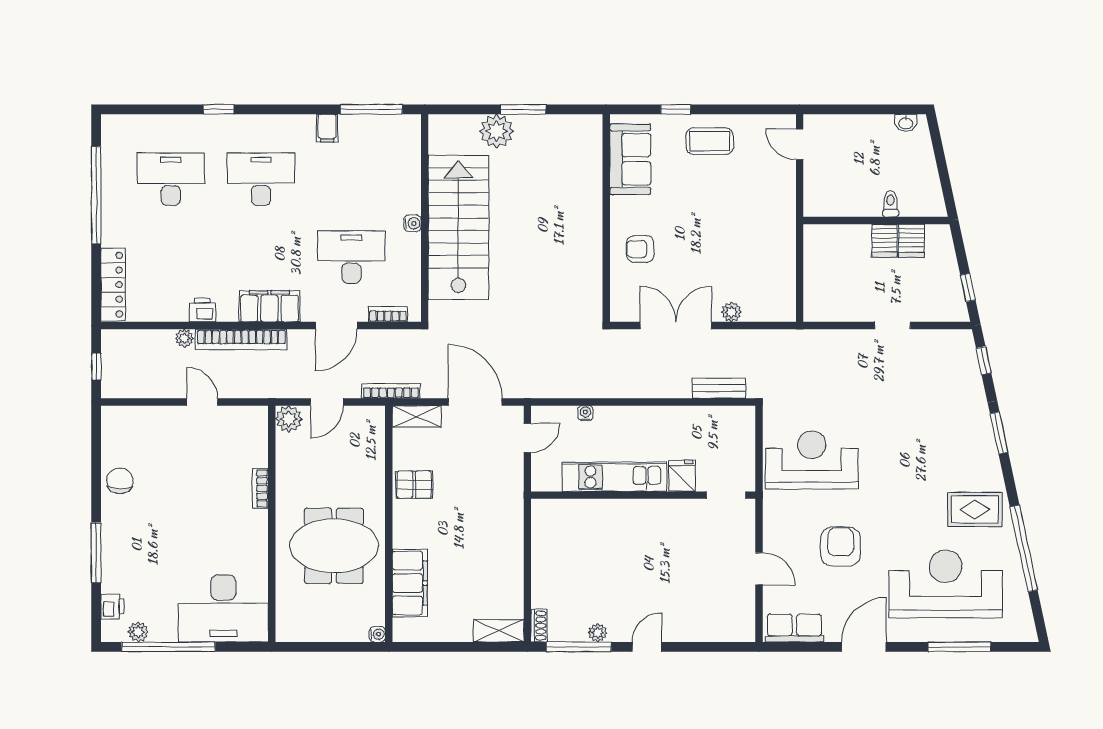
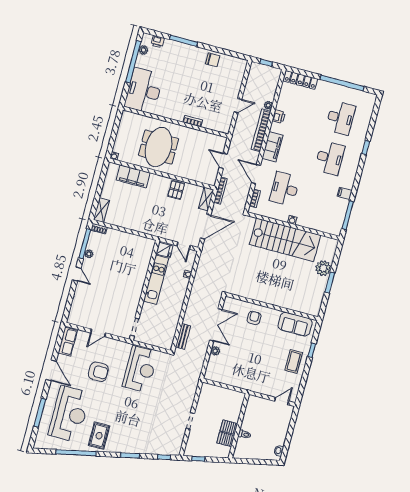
desk: (351, 257) -> (285, 189), turned 180
plant: (289, 419) -> (220, 142), removed
fridge: (682, 476) -> (164, 250), moved

